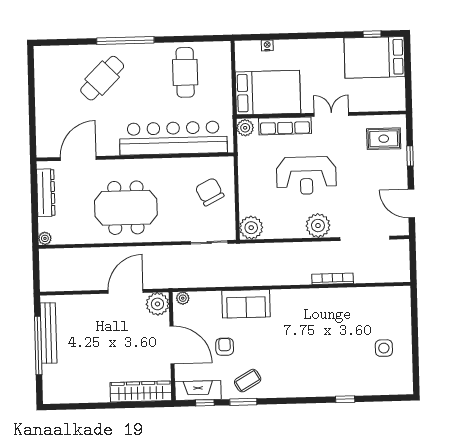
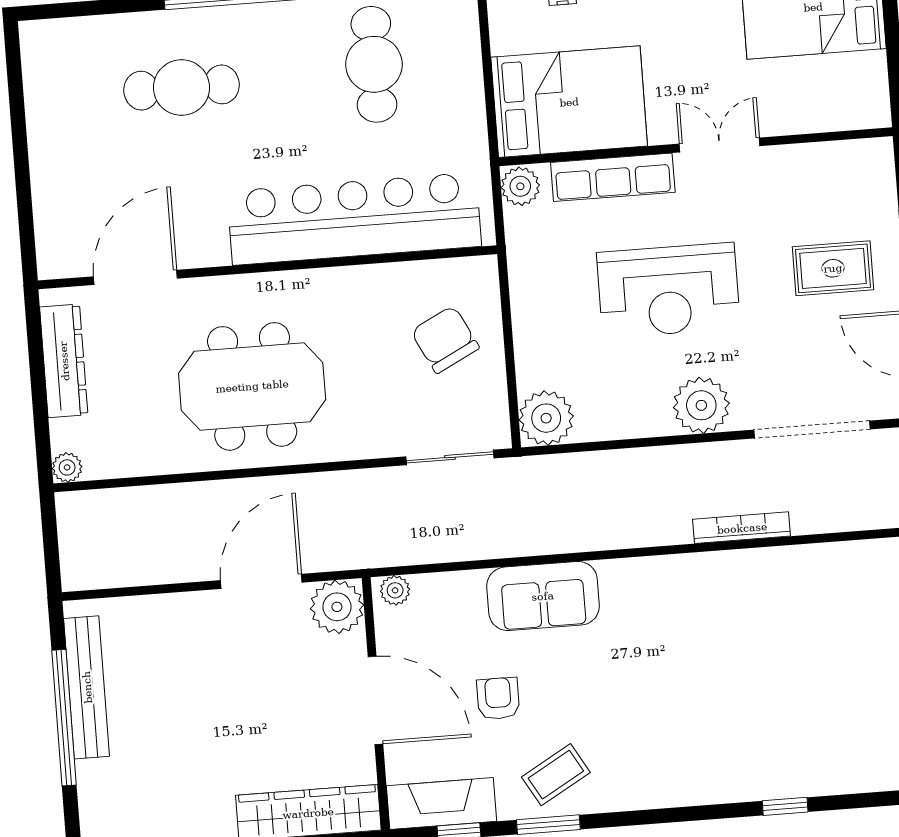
cafe table: (102, 78) -> (182, 88), turned 45
rug: (384, 139) -> (833, 268), moved
side table: (384, 348) -> (869, 683), removed

